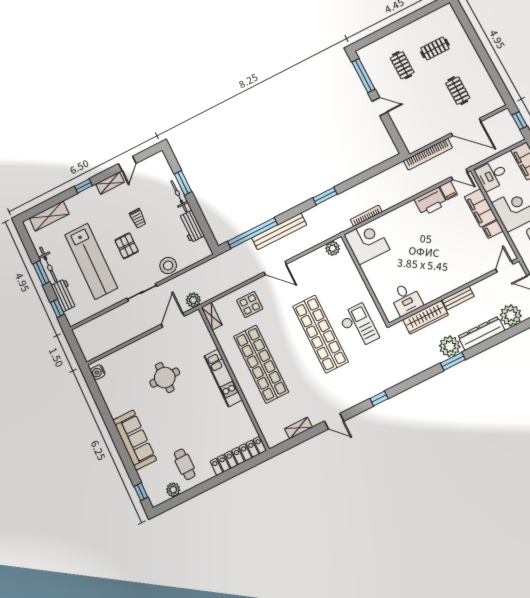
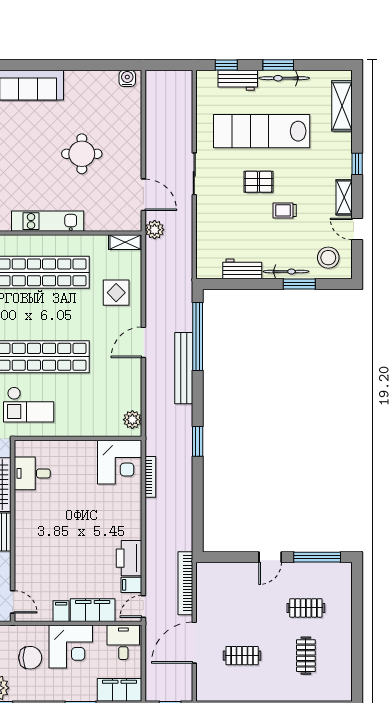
stool: (168, 266) -> (328, 258), moved

